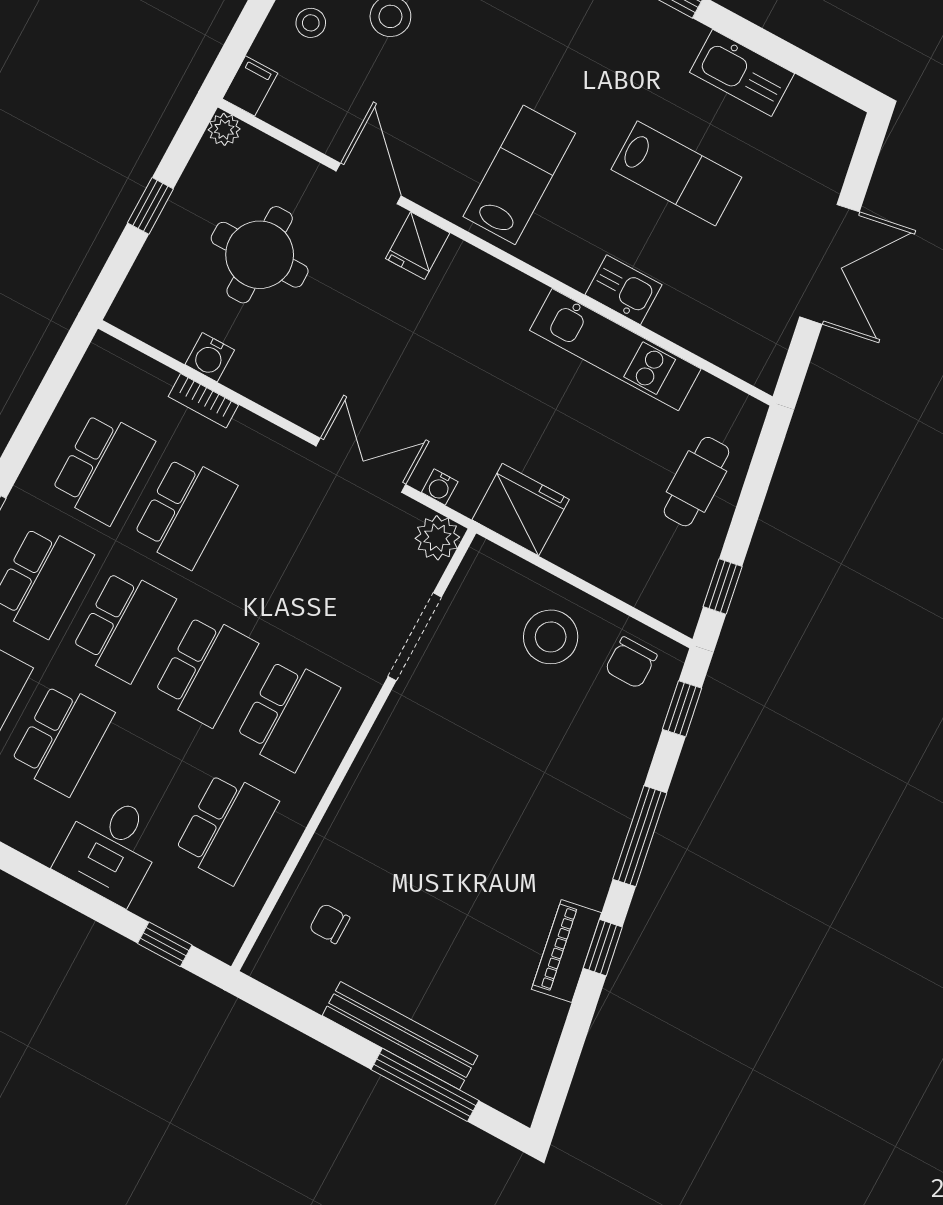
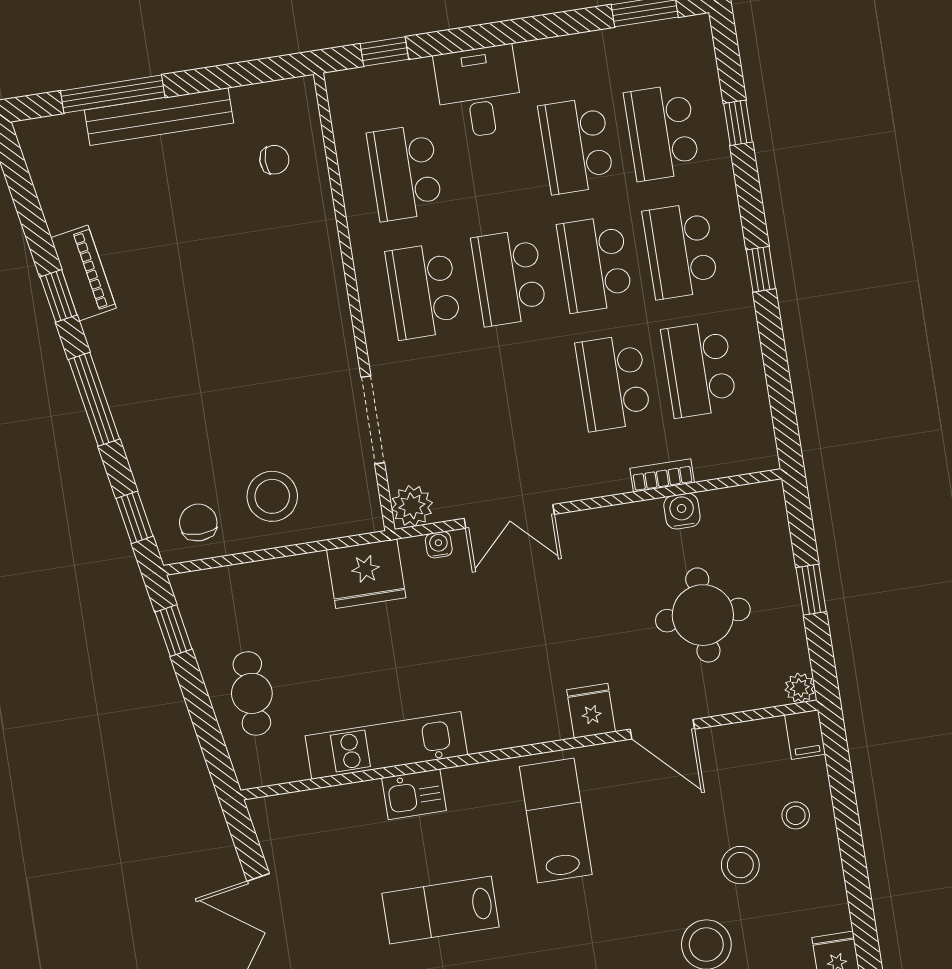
lab bench: (519, 175) -> (556, 821), turned 180

